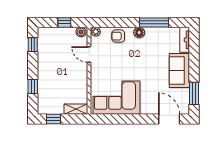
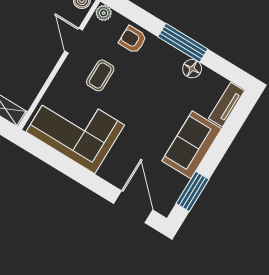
window: (154, 22) -> (183, 43), moved
floor lamp: (139, 33) -> (192, 69), moved
coffee table: (113, 64) -> (100, 75), added

